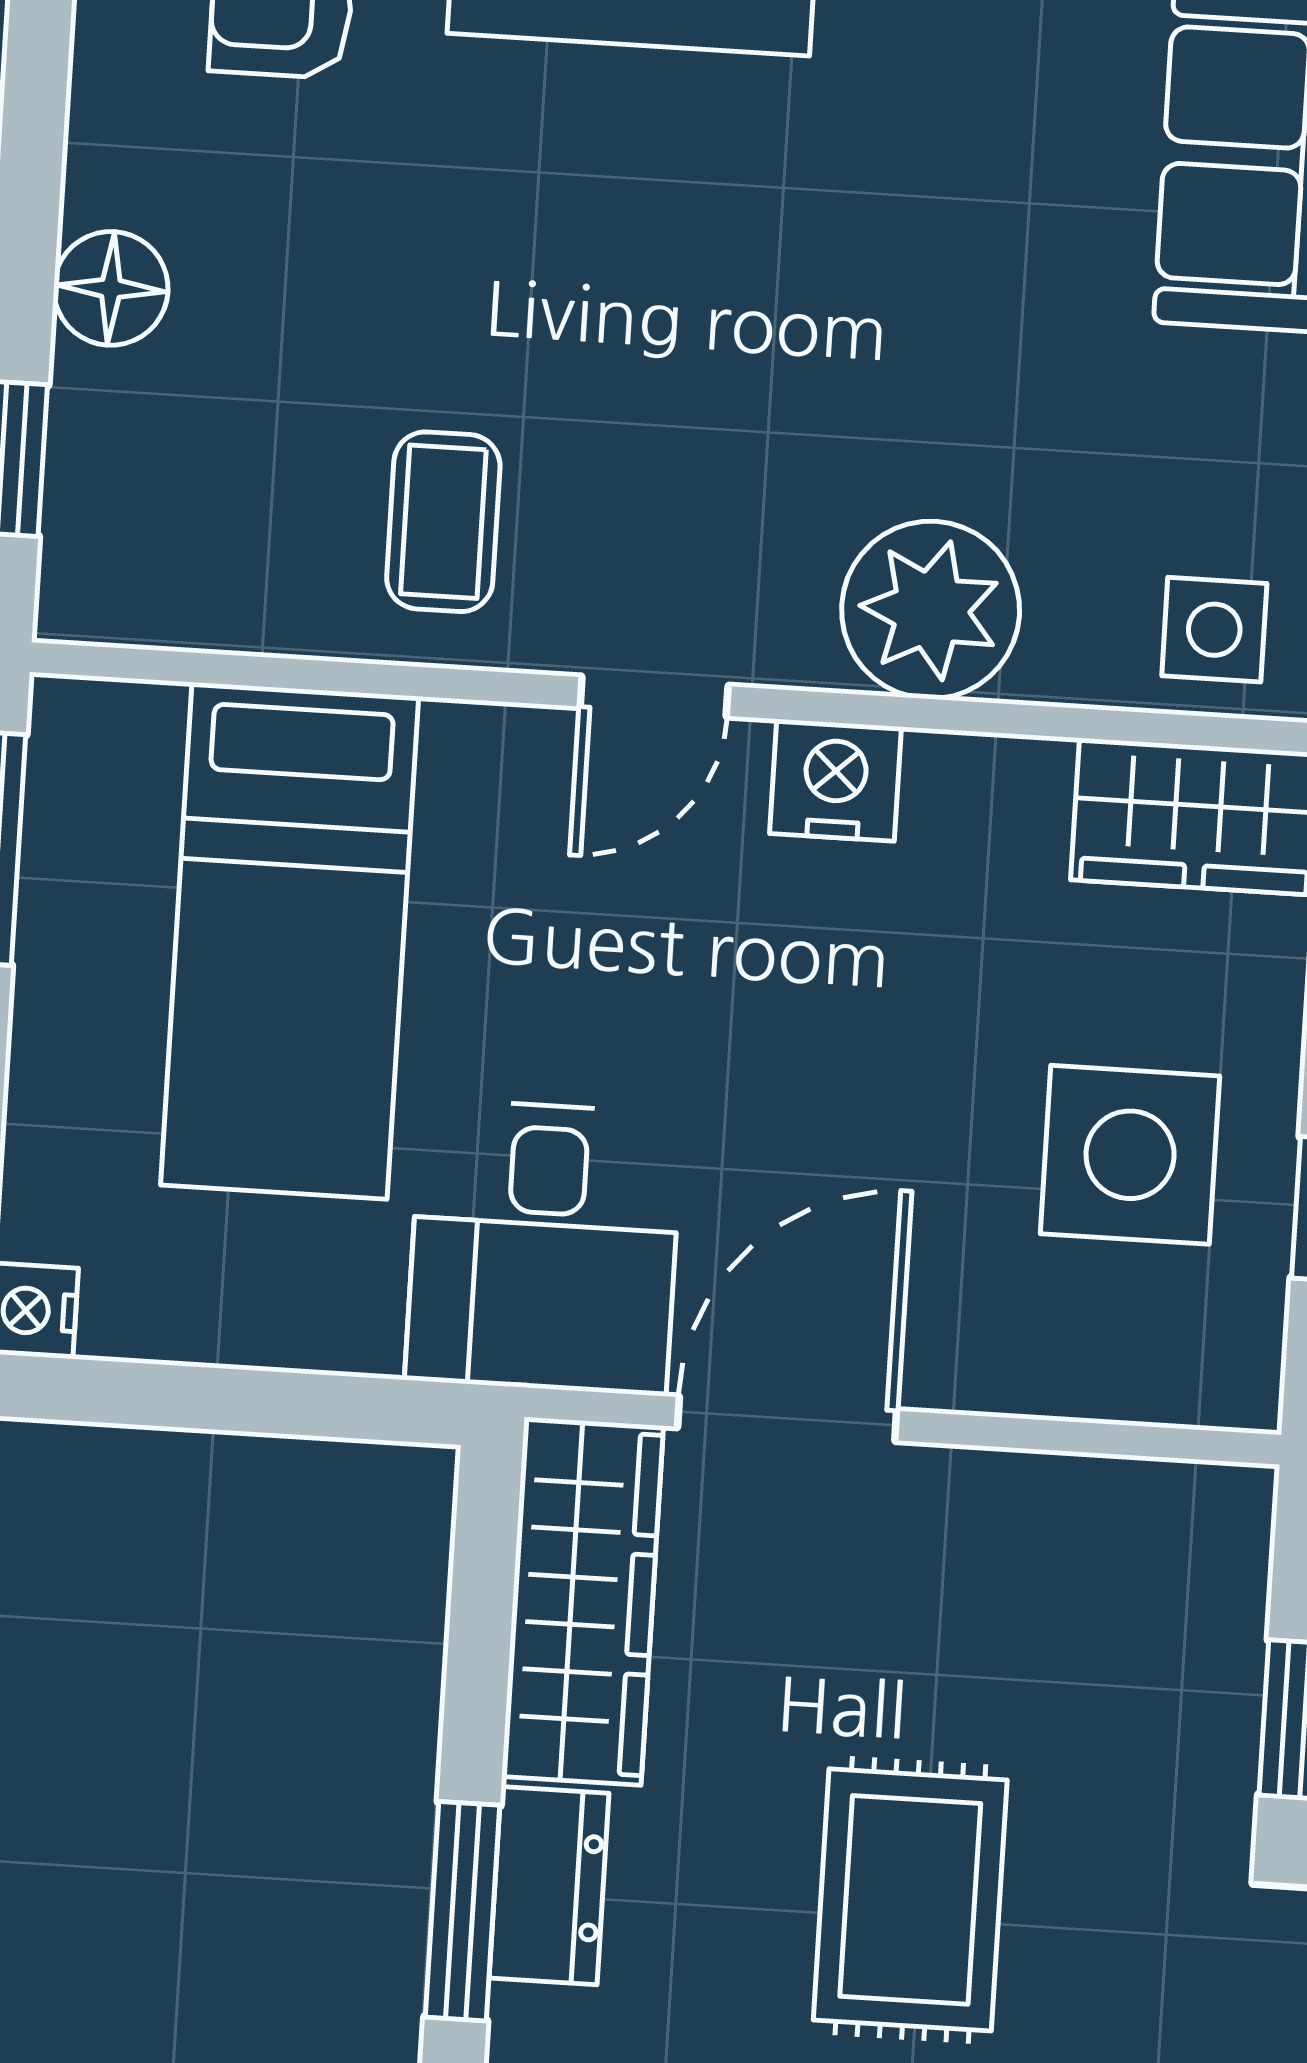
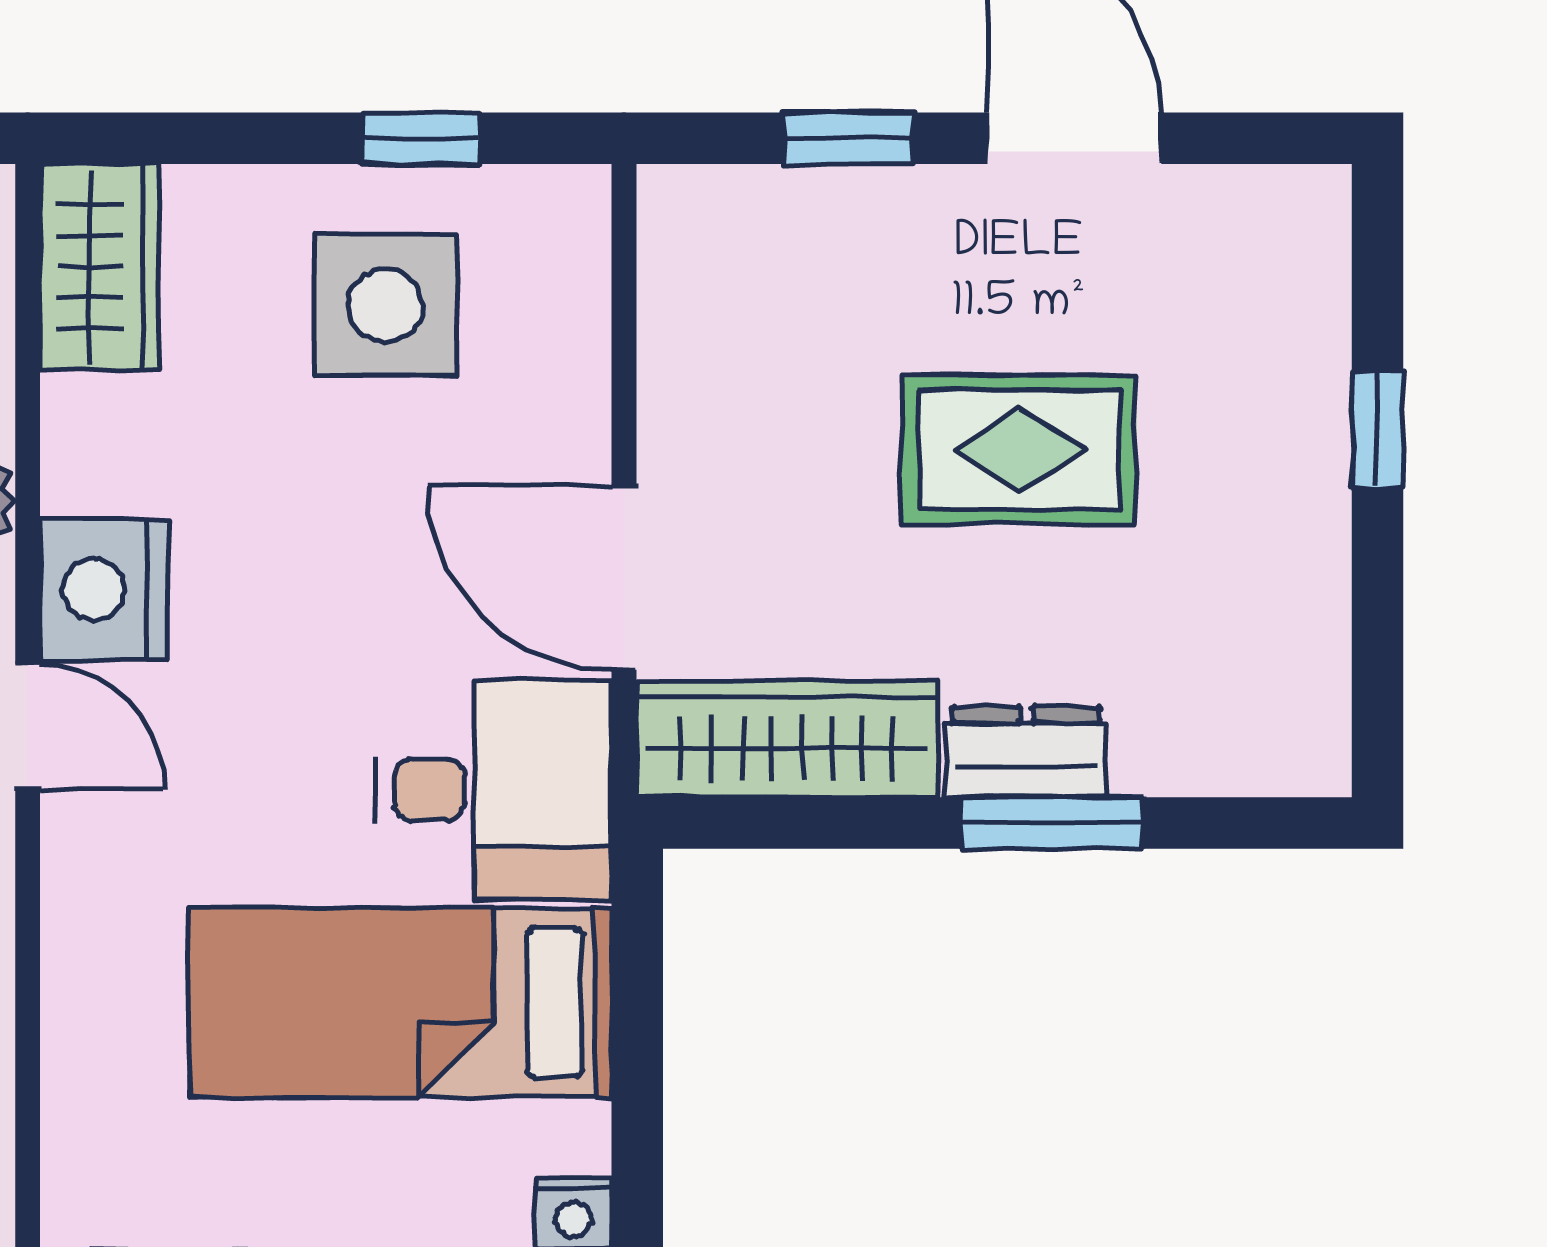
nightstand: (835, 780) -> (104, 590), width x1.36, depth x1.33
bed: (290, 941) -> (401, 1003), moved, turned 180

